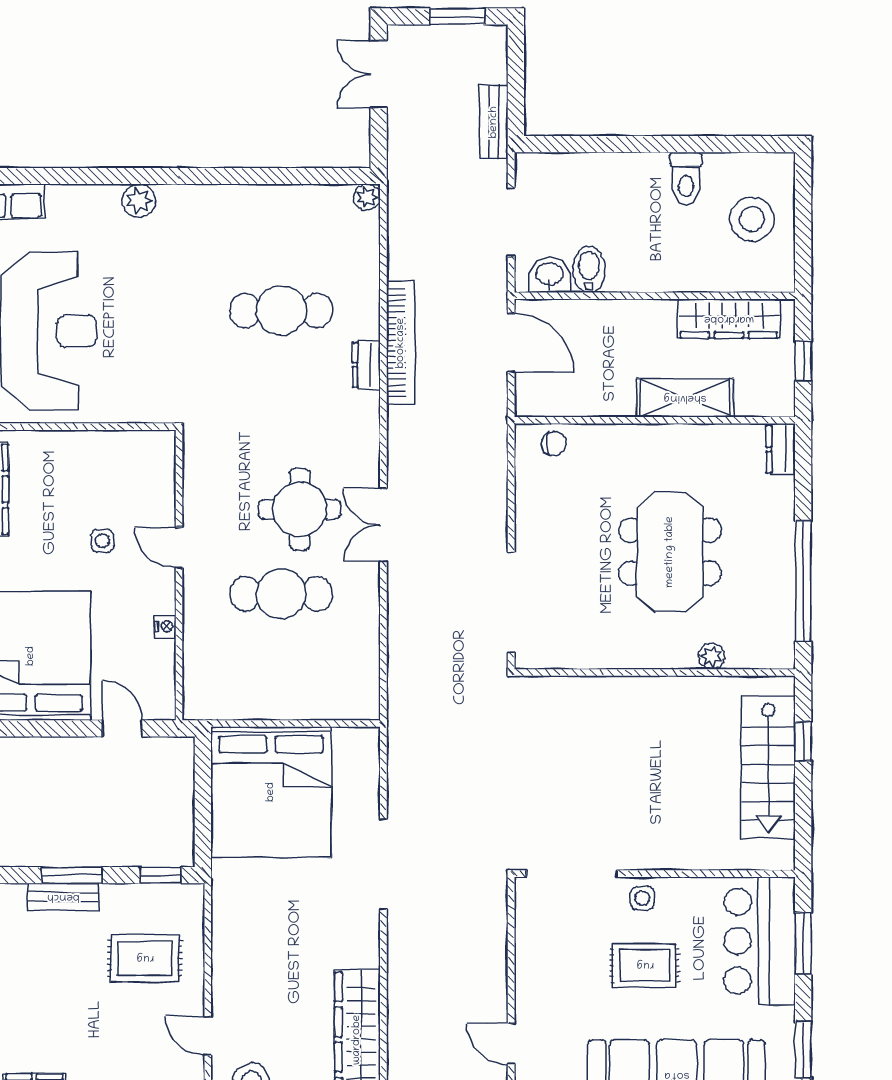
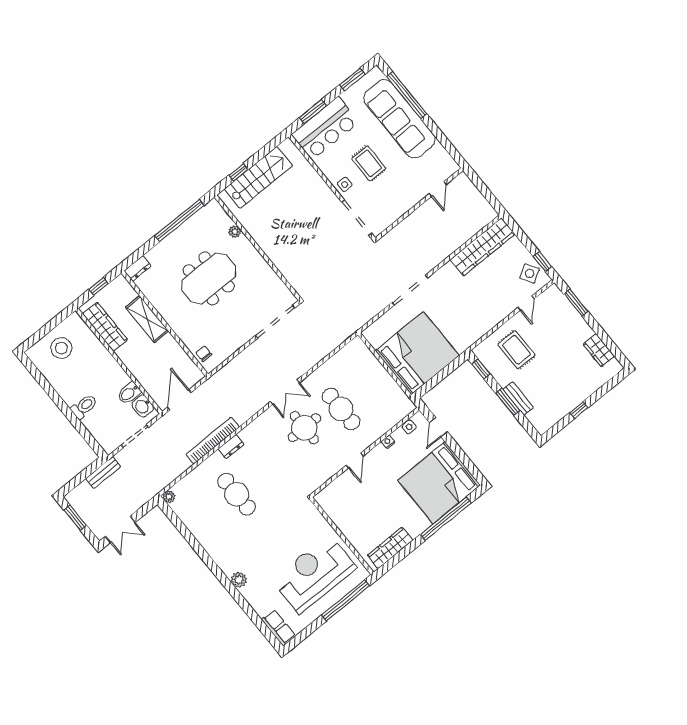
toilet: (686, 179) -> (84, 406), moved
side table: (102, 541) -> (409, 427), moved

